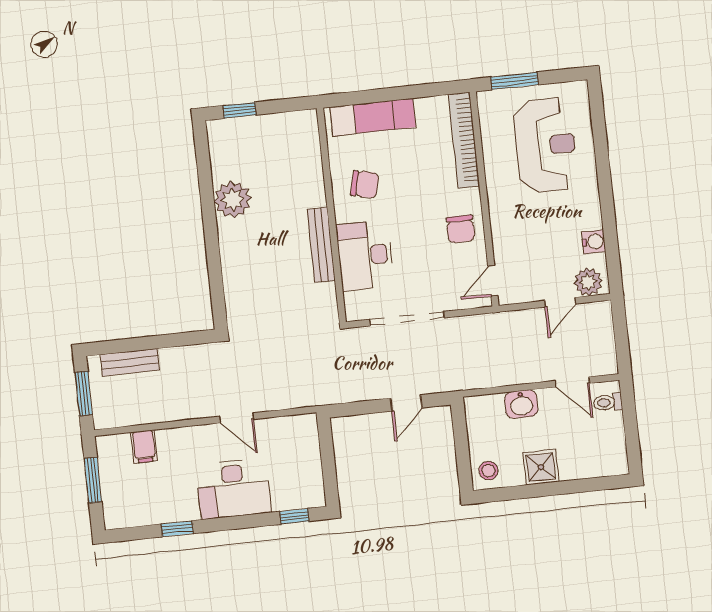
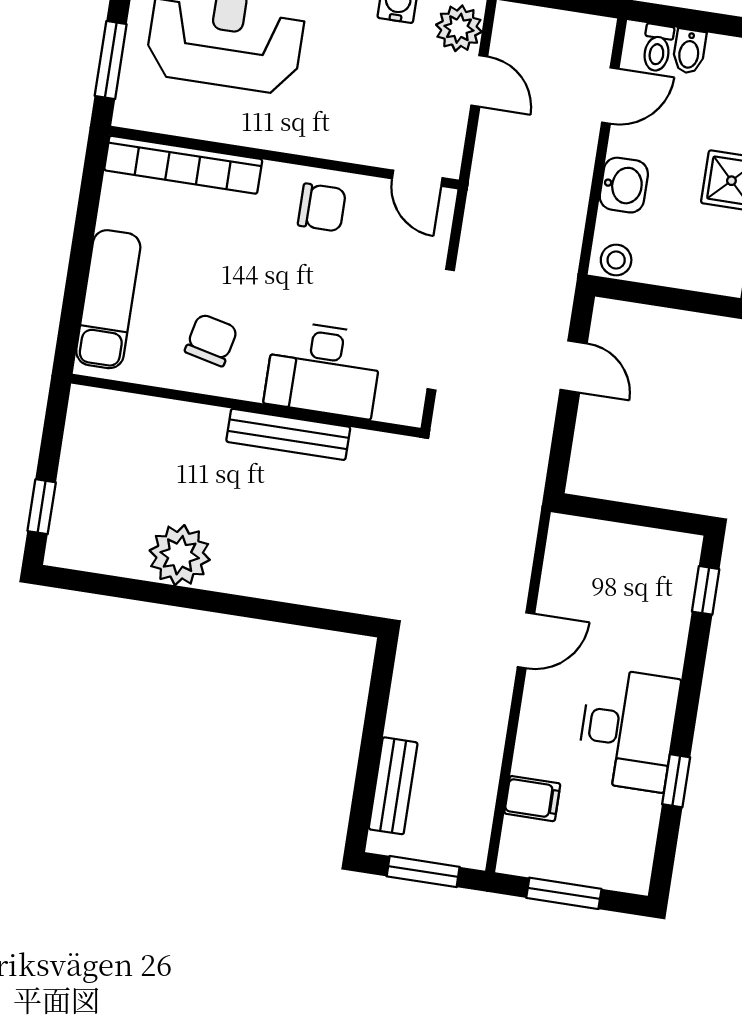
bidet: (611, 422) -> (689, 51), added
stool: (488, 471) -> (616, 260), moved
desk: (234, 489) -> (628, 729), moved

